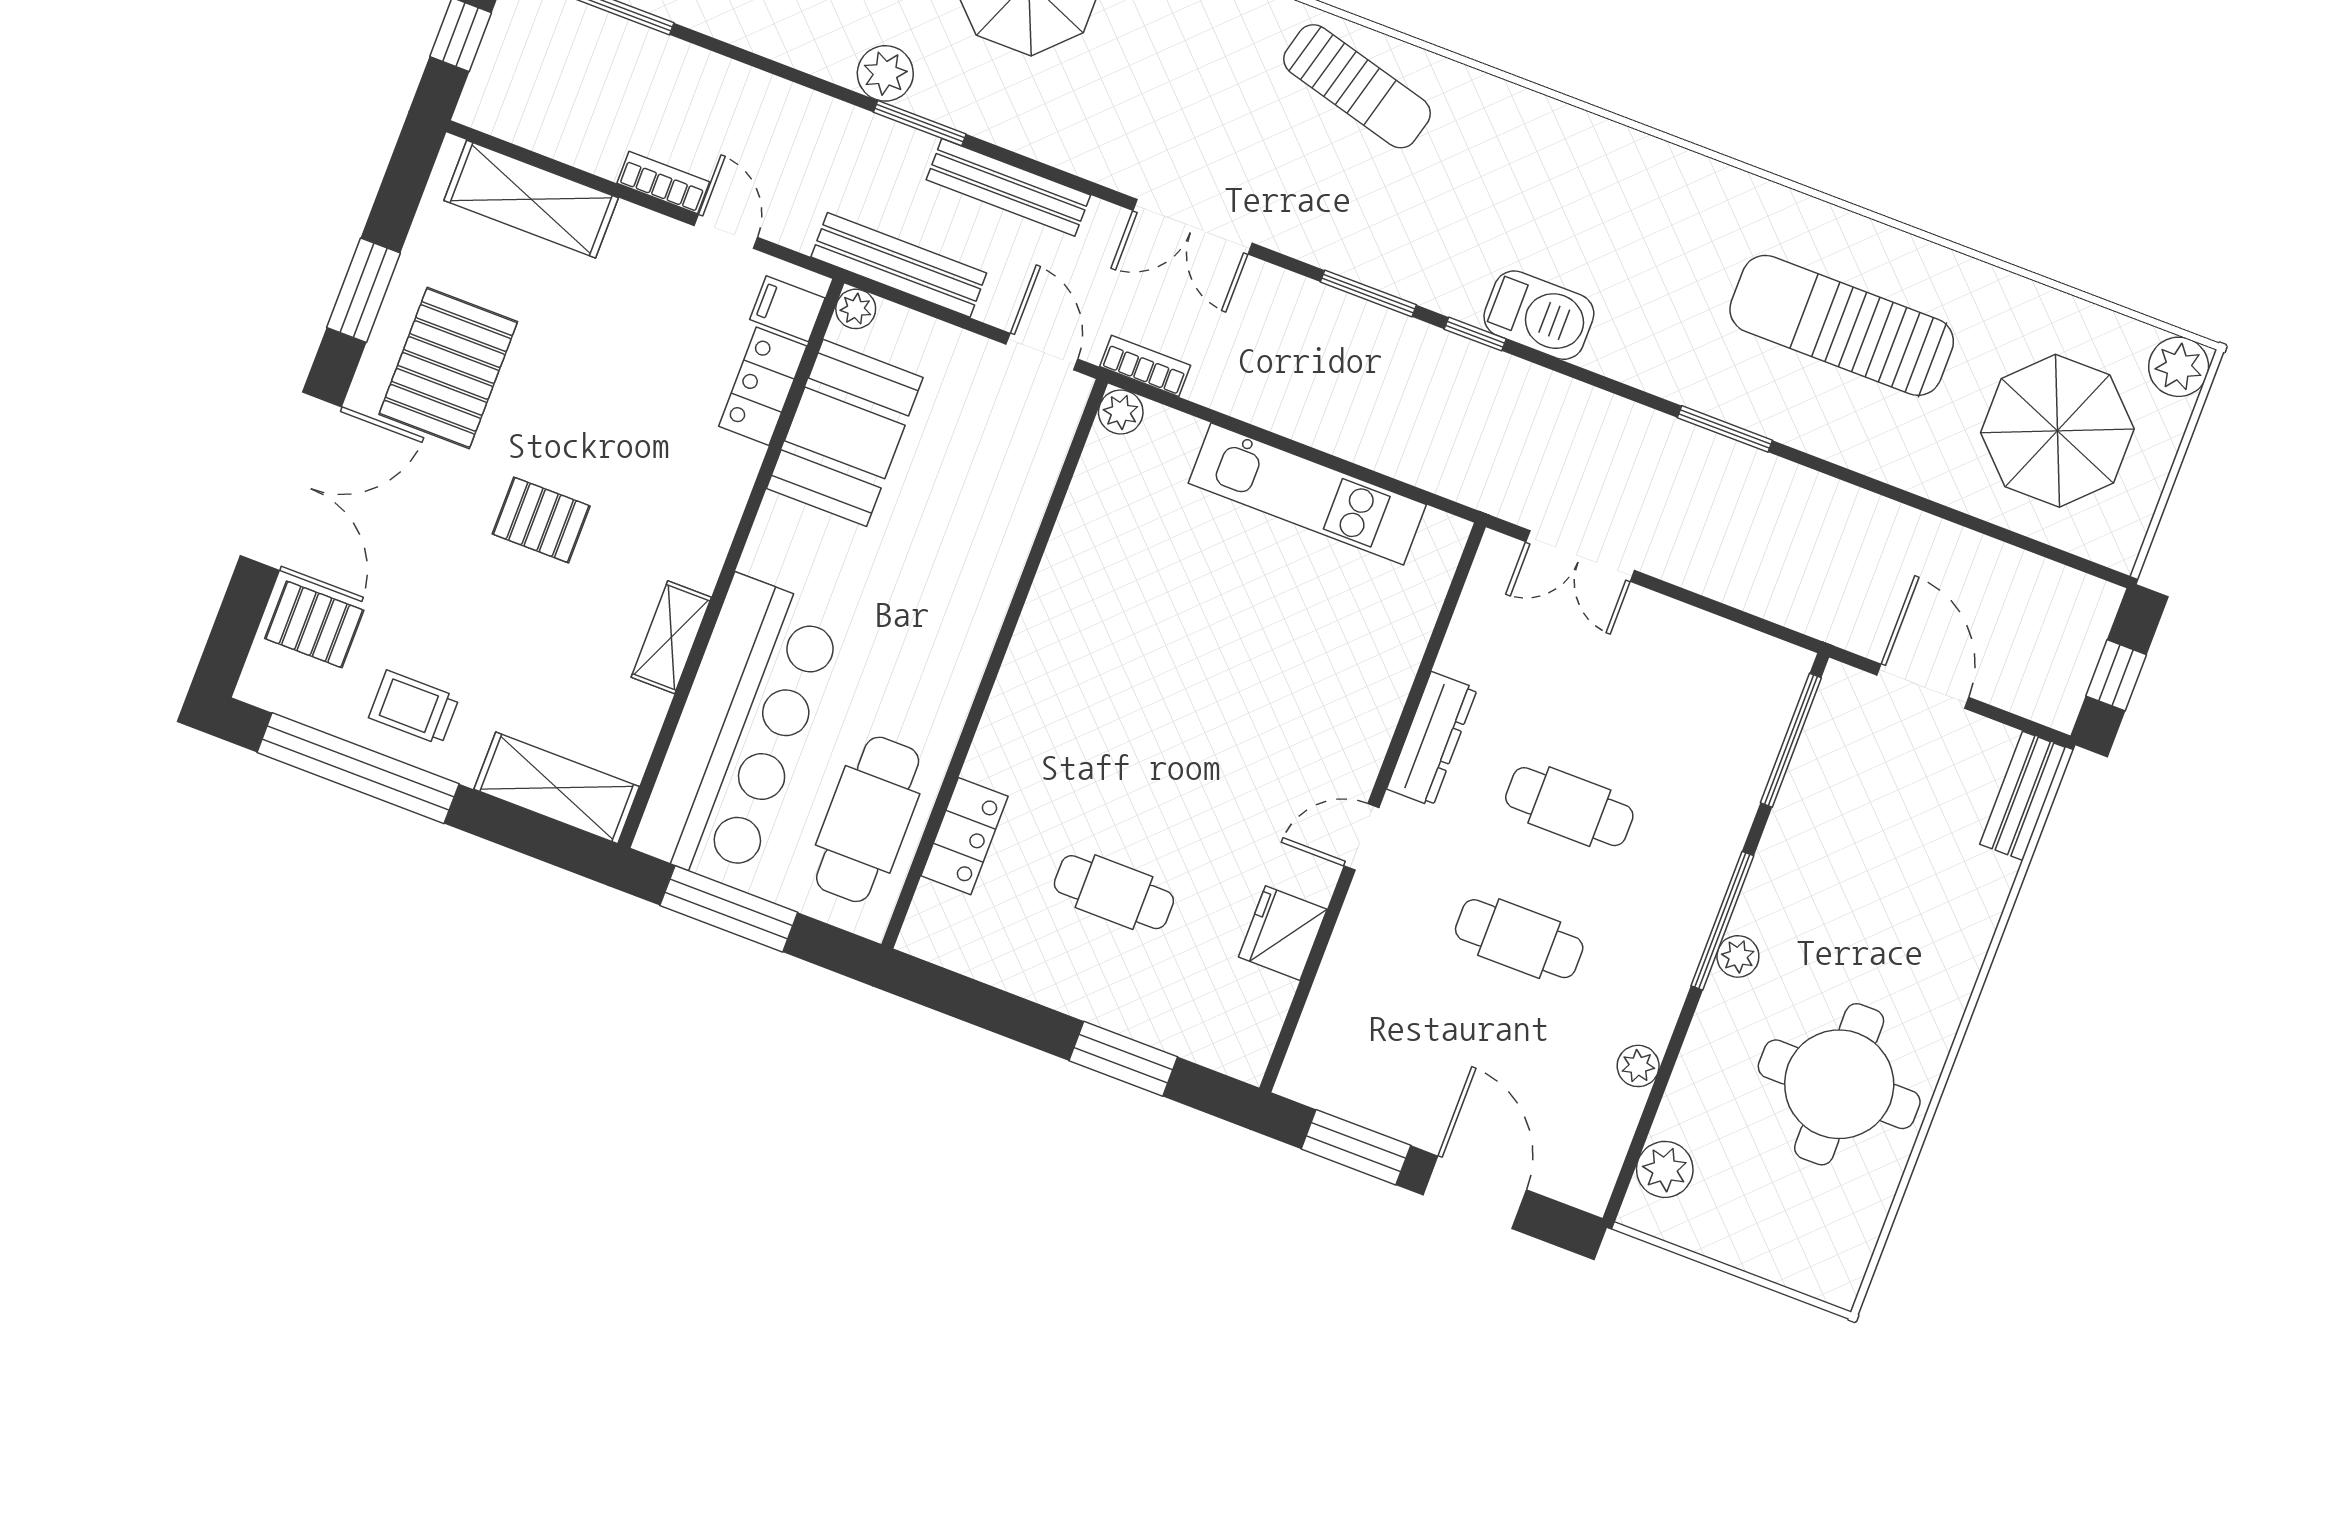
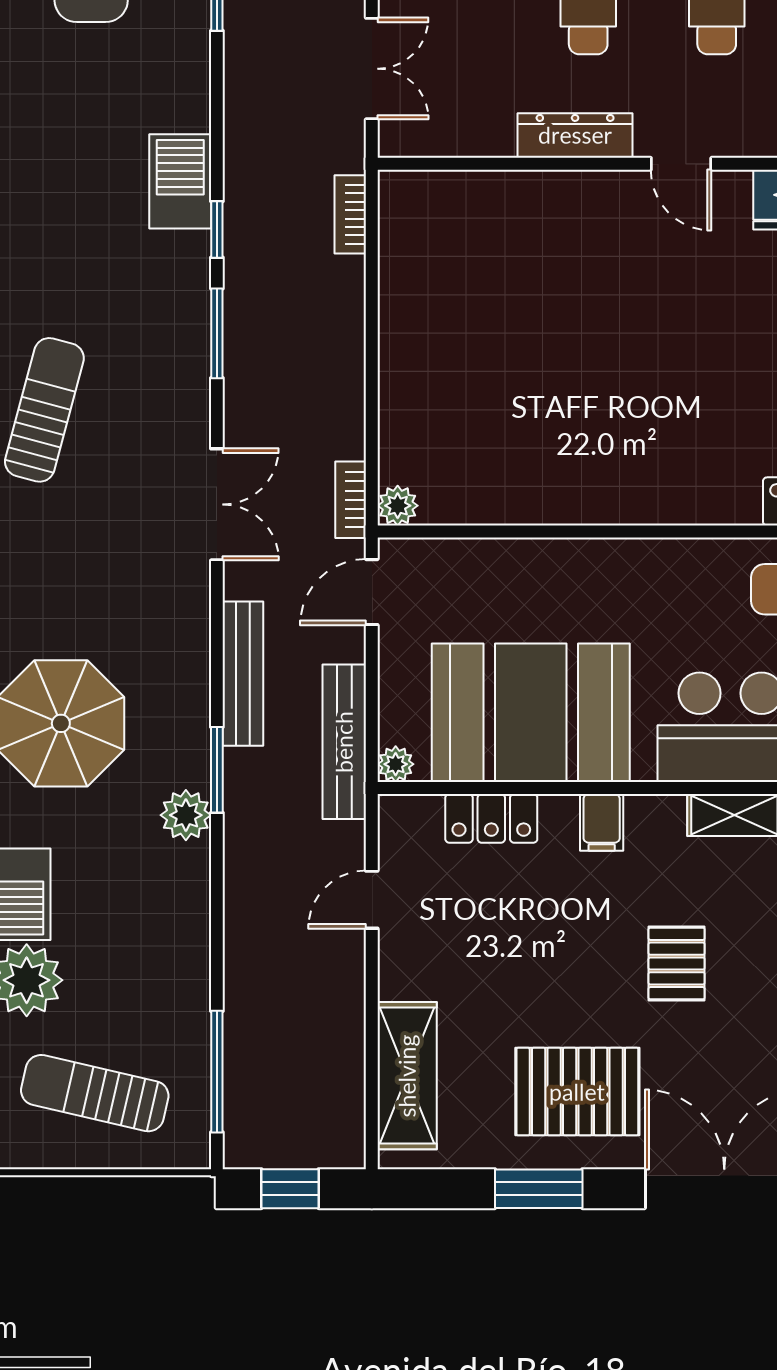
bookcase: (663, 182) -> (350, 214), moved
filing cabinet: (787, 309) -> (602, 822), moved
booth: (845, 433) -> (531, 713), width x1.36, depth x1.42
kitchen unit: (1307, 494) -> (407, 321), removed

